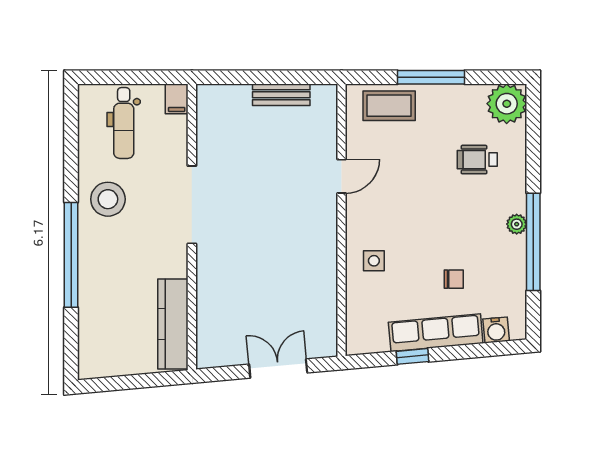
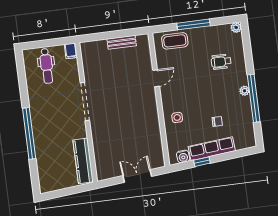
plant: (507, 104) -> (236, 27), width x0.53, depth x0.53
stool: (108, 199) -> (44, 104), removed
water cooler: (496, 330) -> (183, 156), moved

